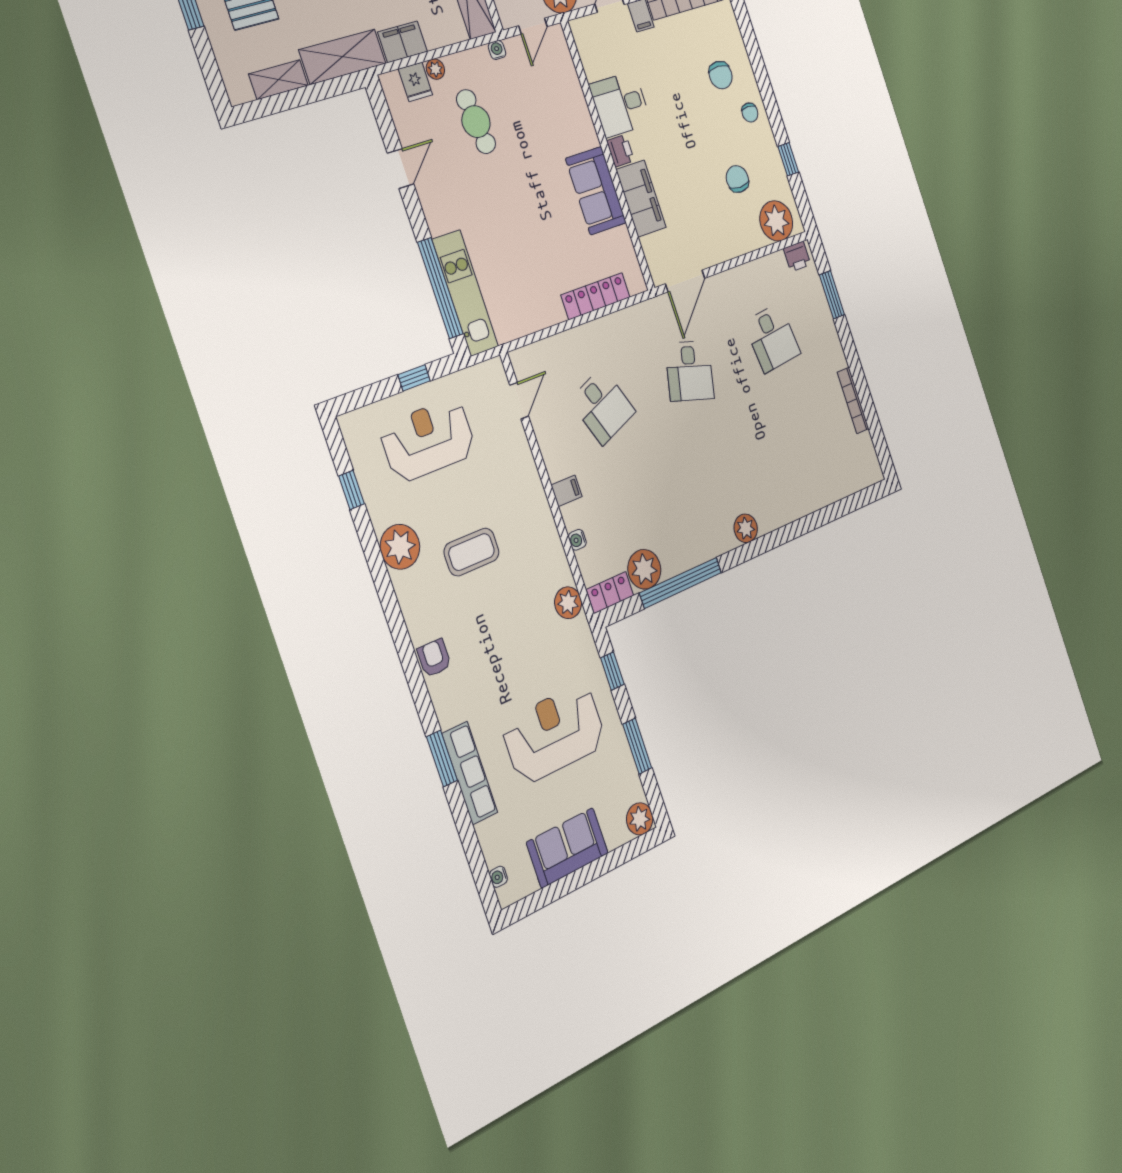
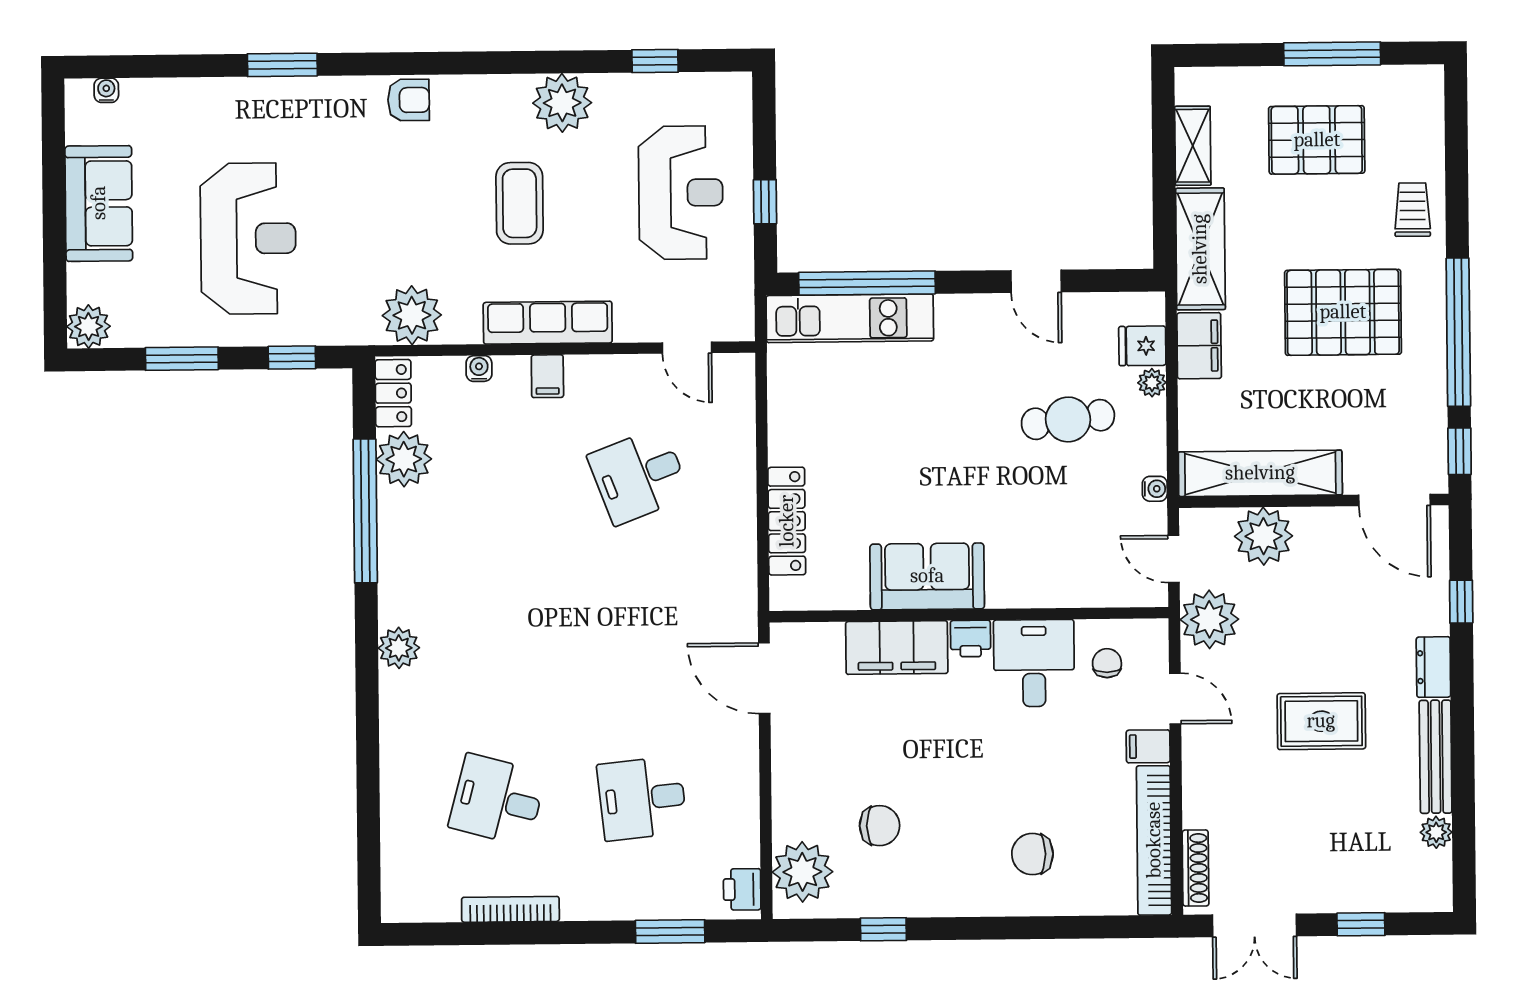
chair: (750, 113) -> (1107, 663), moved, turned 90
desk: (690, 371) -> (497, 800), moved
plant: (568, 603) -> (412, 315), width x1.36, depth x1.36
row of seats: (470, 773) -> (548, 323), moved, turned 180

